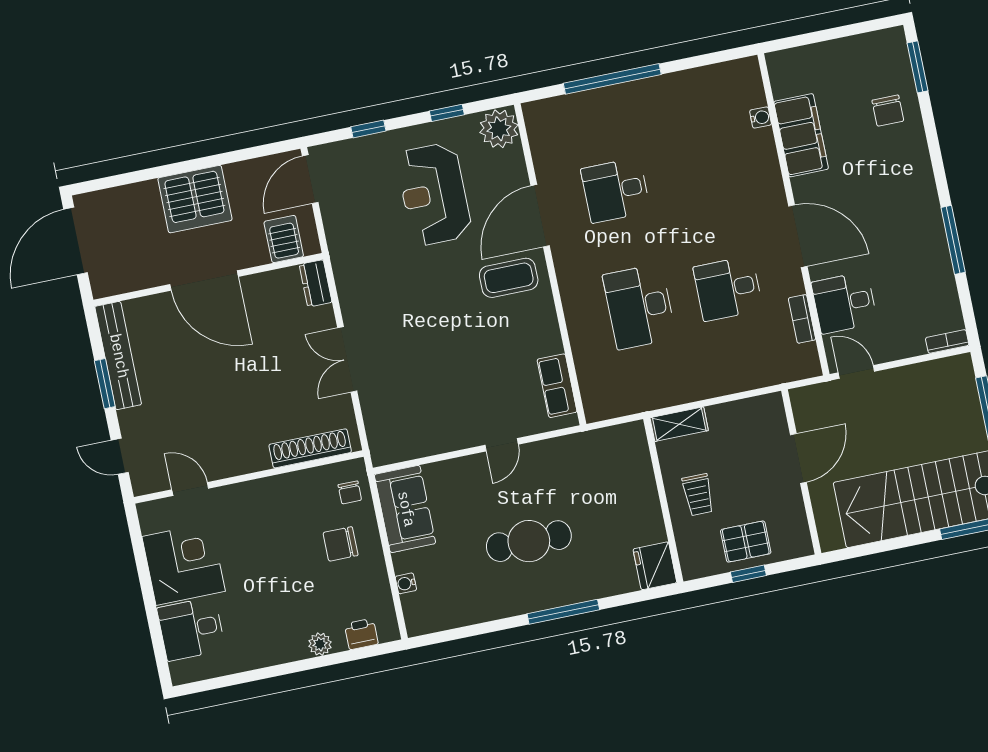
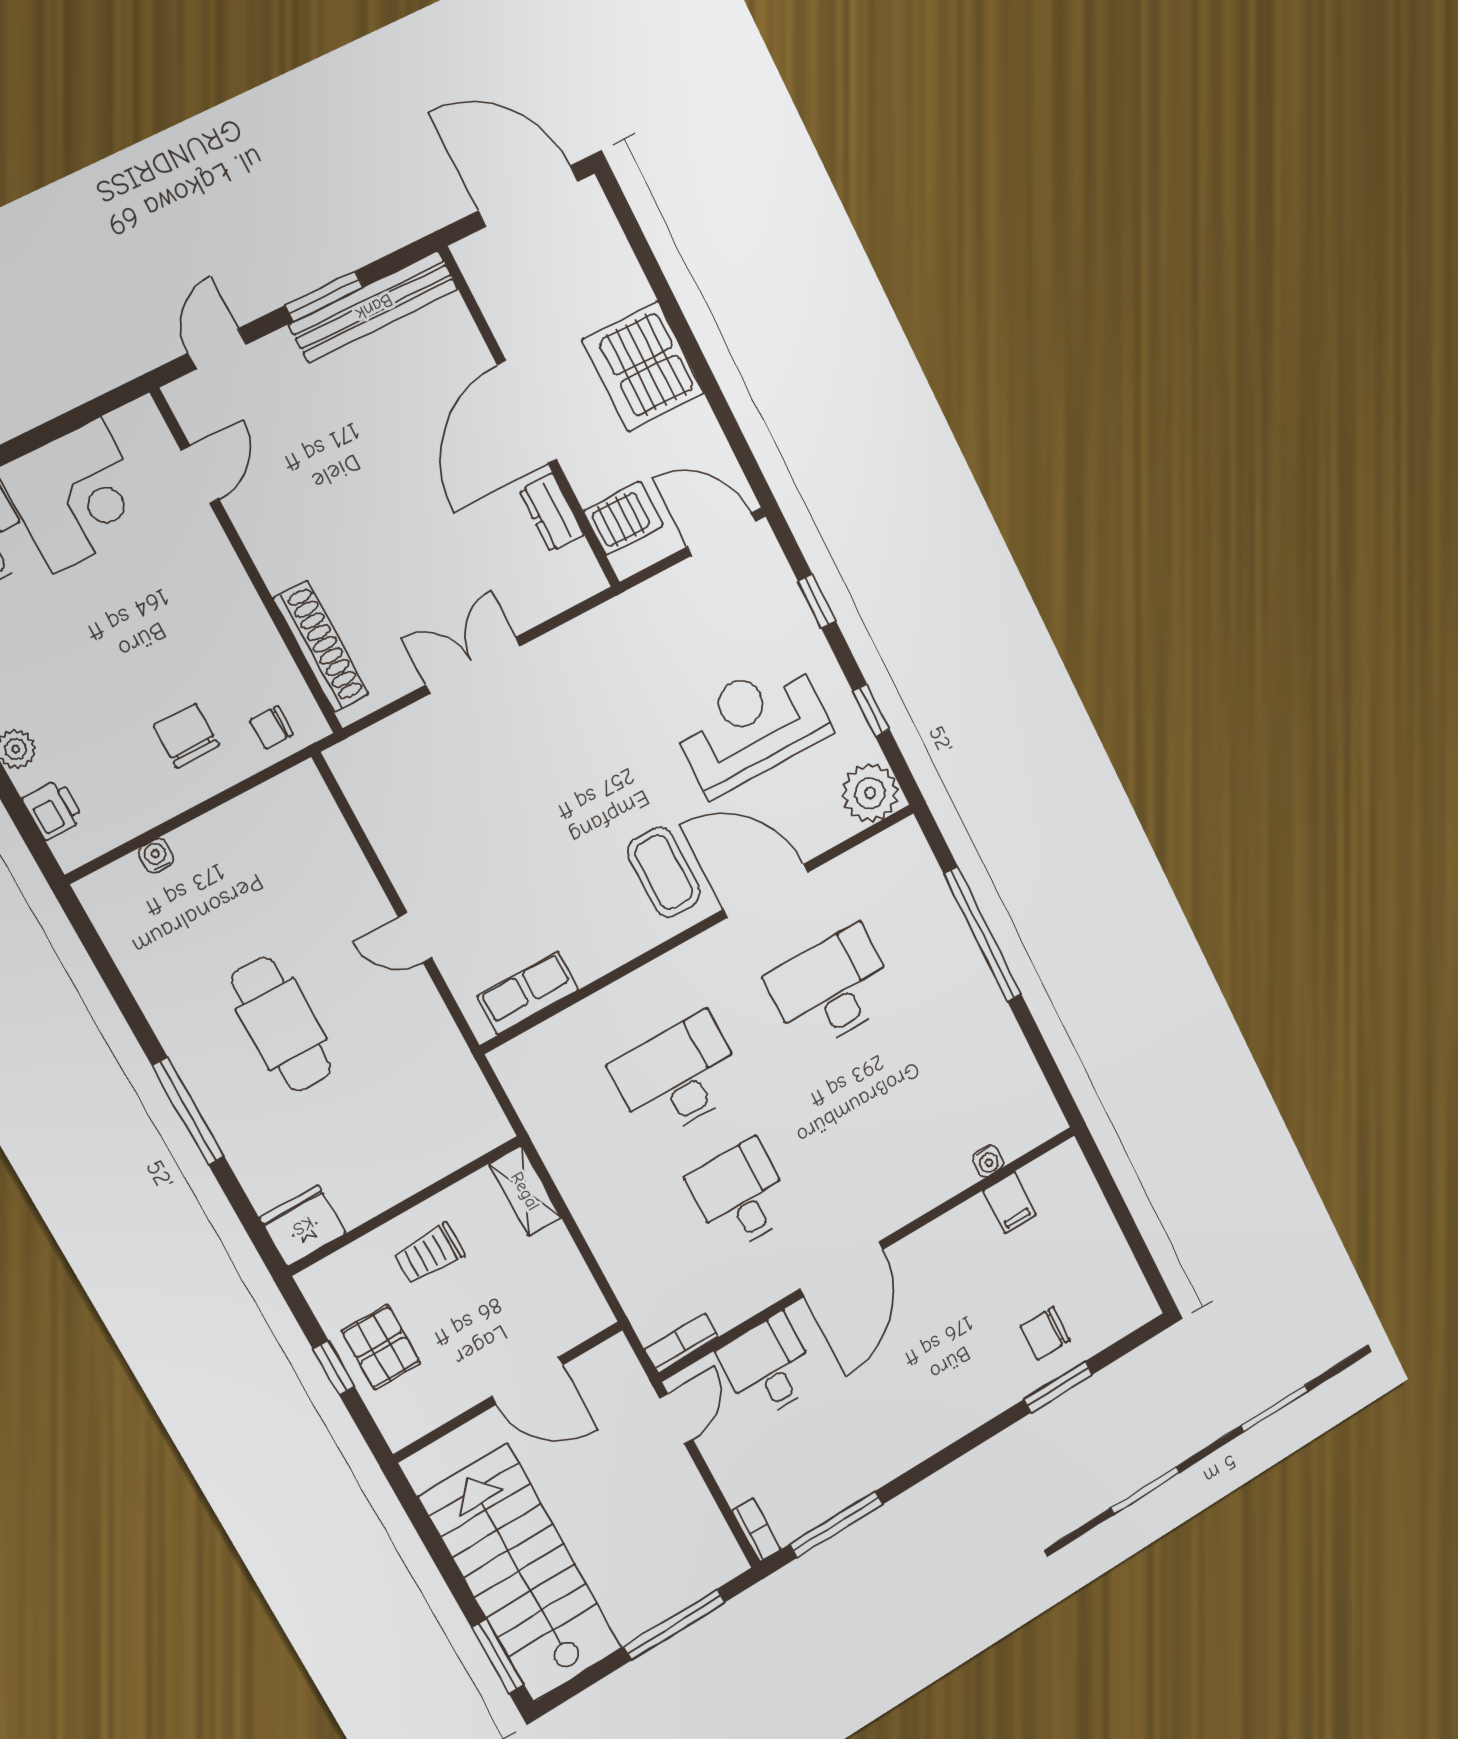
window: (918, 67) -> (1058, 1387), moved
filing cabinet: (801, 135) -> (1010, 1203), width x0.33, depth x0.86
desk: (616, 190) -> (832, 989), width x1.37
window: (953, 240) -> (836, 1524), moved
dresser: (316, 283) -> (552, 513), moved, turned -90
bookcase: (802, 319) -> (681, 1343), moved
sofa: (405, 509) -> (272, 820), removed

